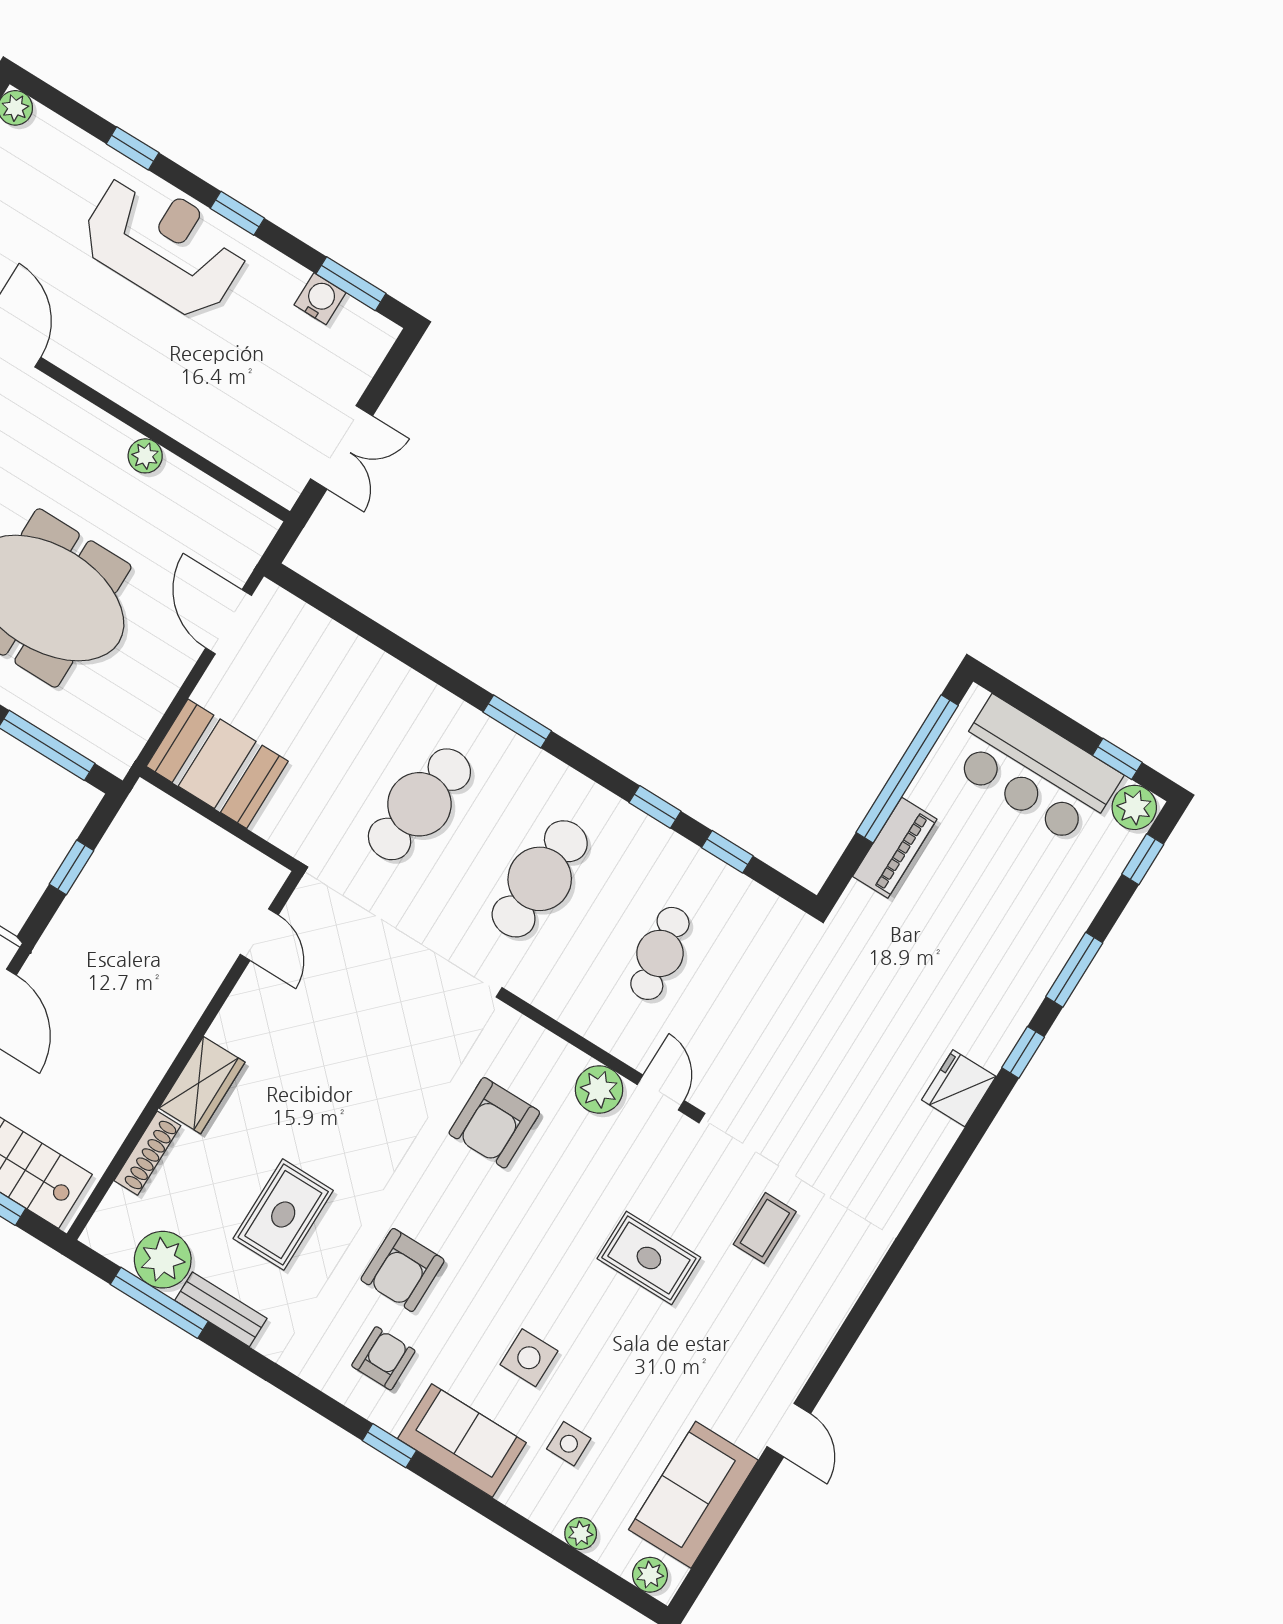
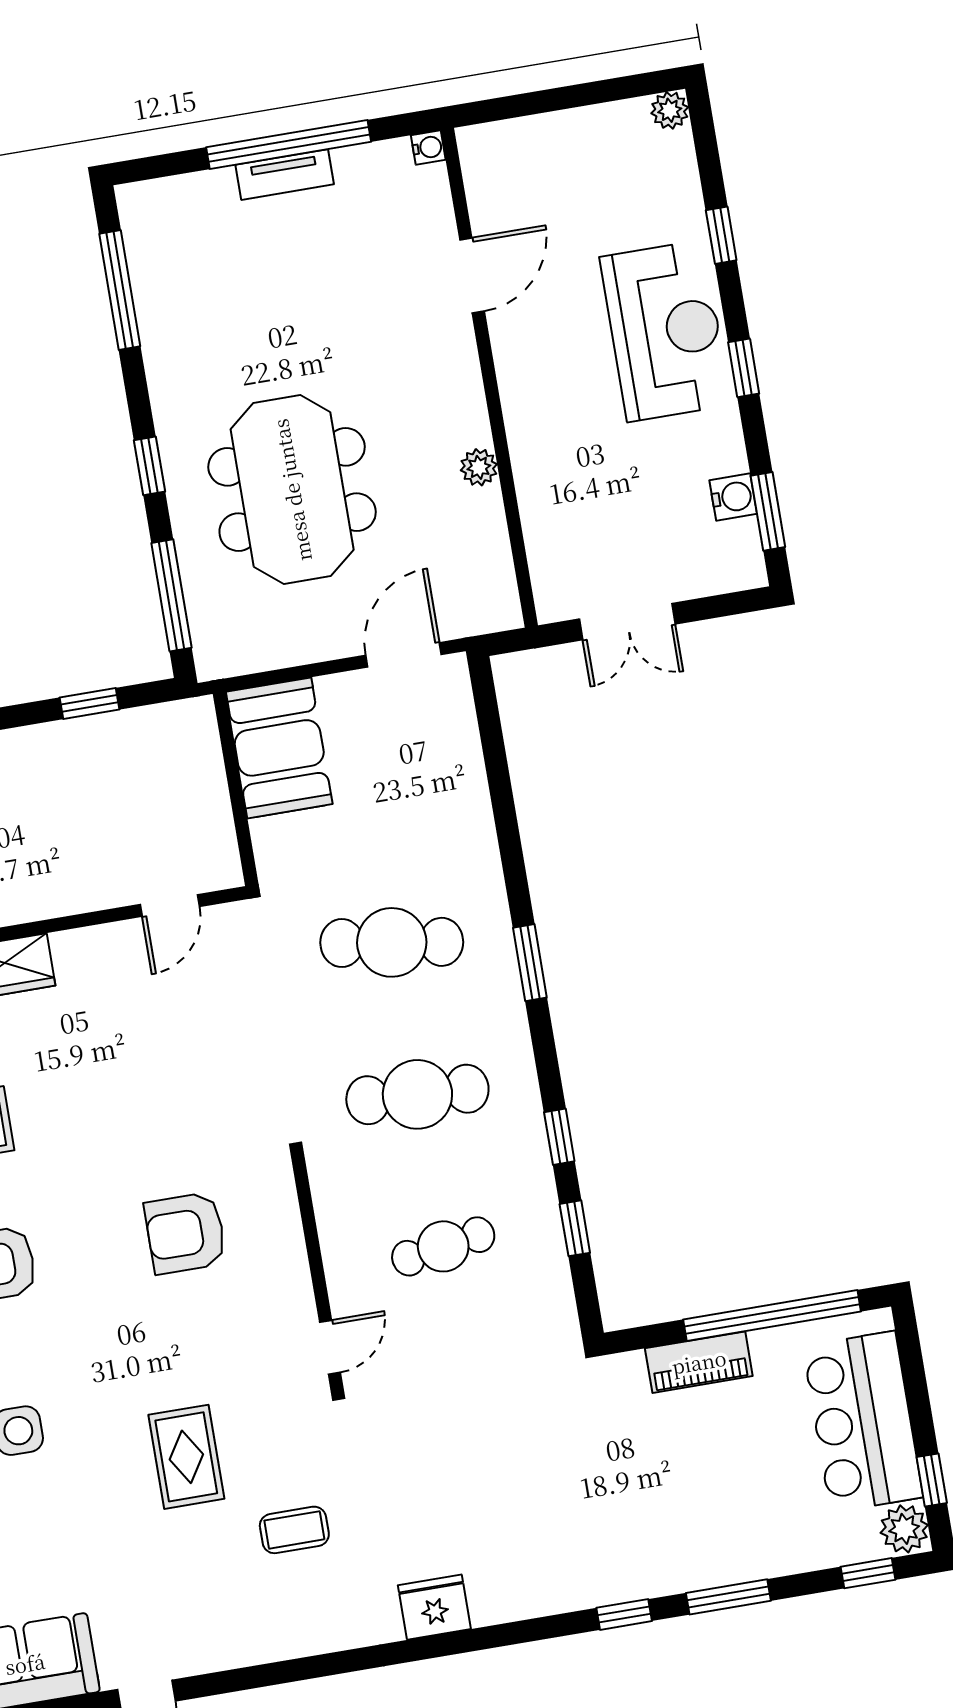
fridge: (959, 1088) -> (434, 1607), moved
plant: (599, 1089) -> (288, 1295), removed

